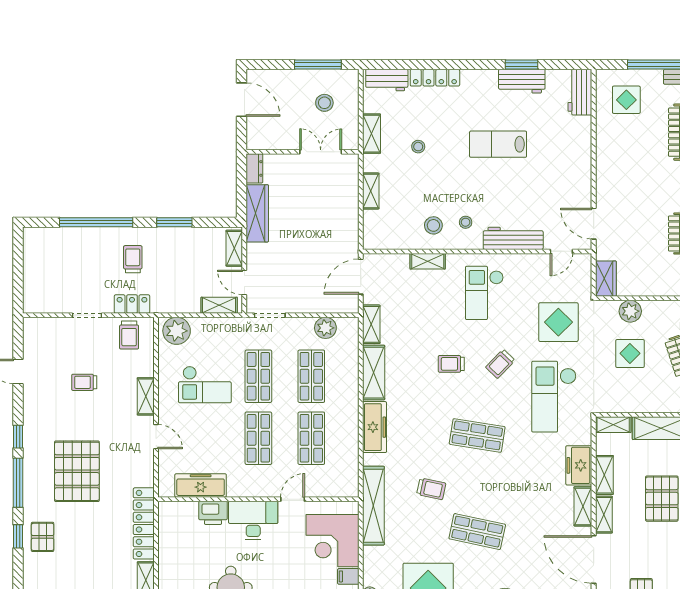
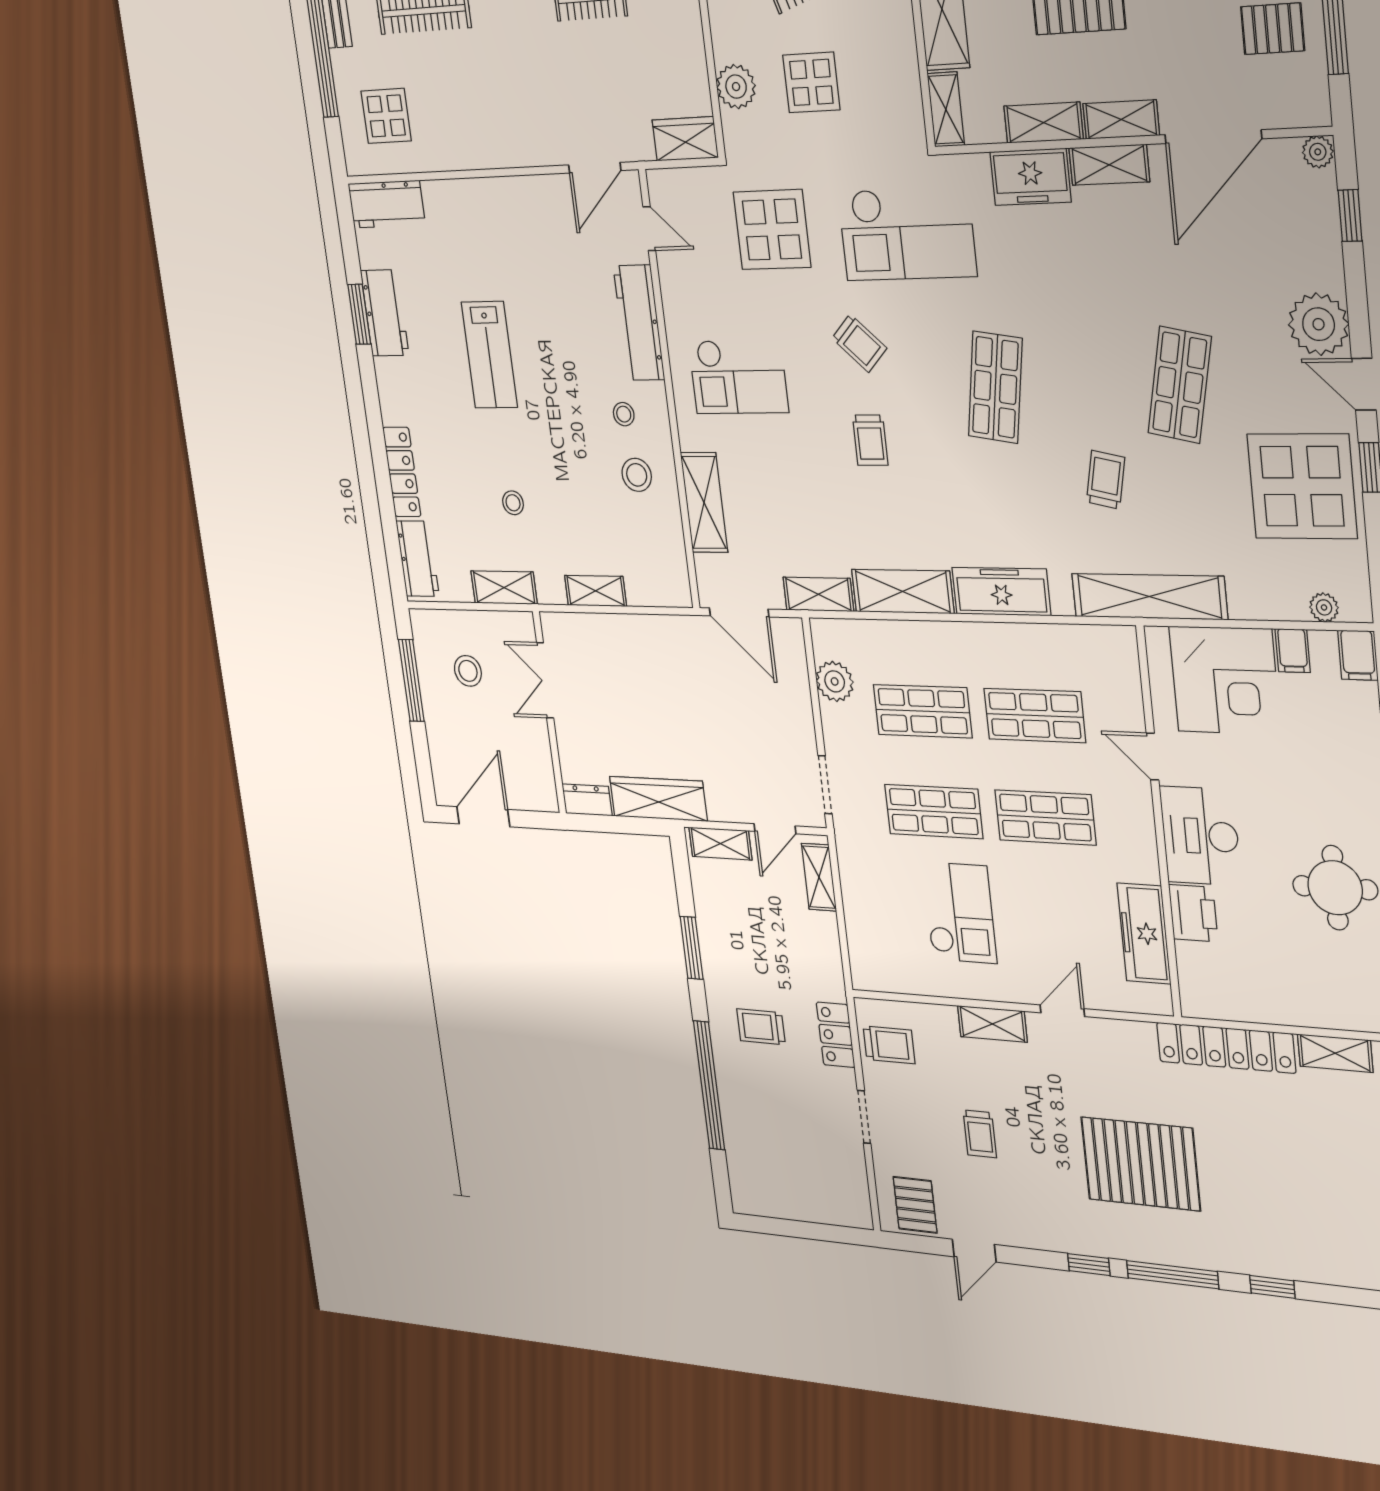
shelving: (428, 261) -> (704, 503), width x1.50, depth x1.33
plant: (177, 331) -> (872, 958), removed
pallet: (43, 537) -> (915, 1205), moved, turned 90

